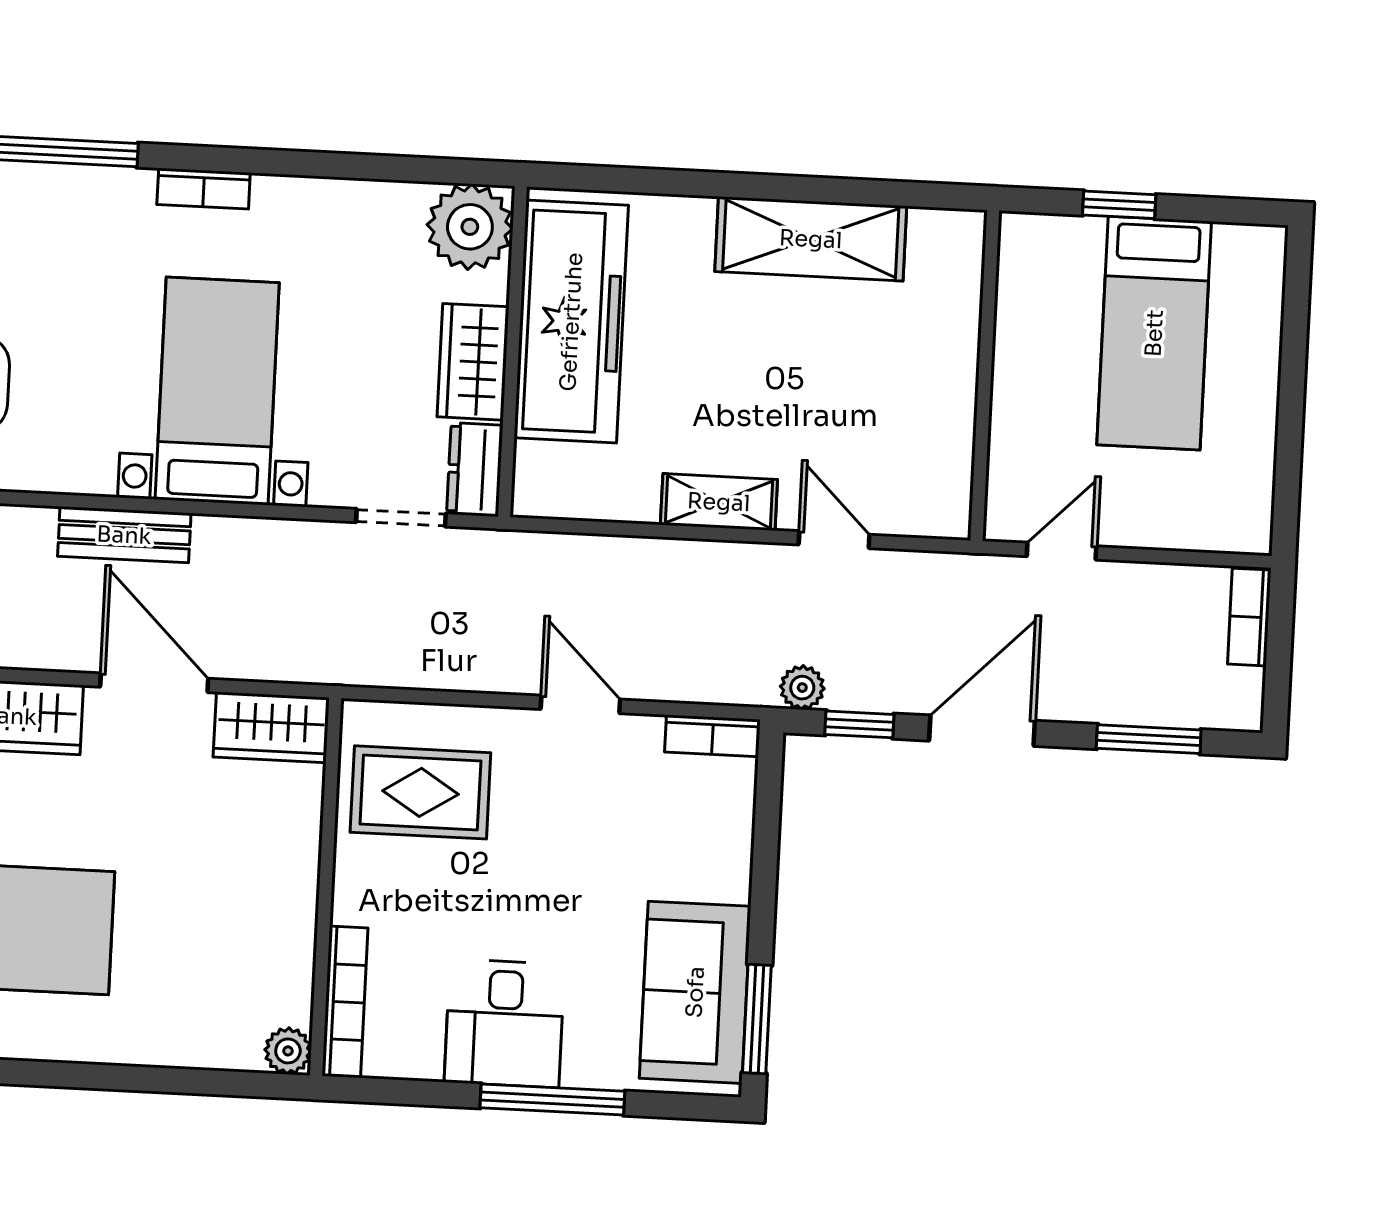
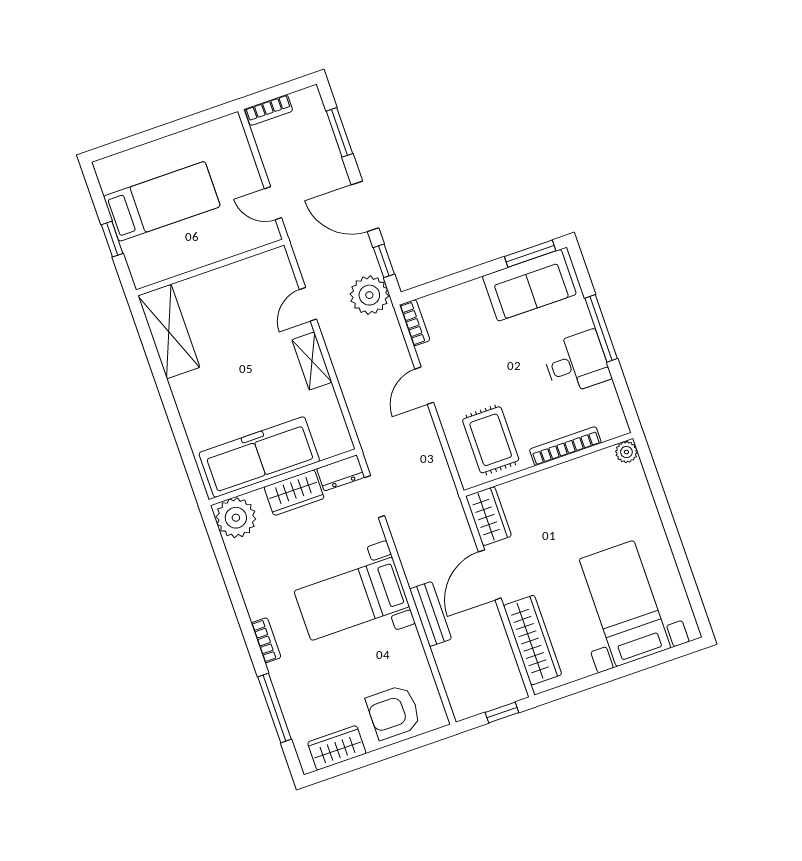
shelving: (811, 239) -> (169, 332), moved
plant: (802, 688) -> (369, 295), width x1.87, depth x1.87
bookcase: (345, 1002) -> (565, 446), moved

